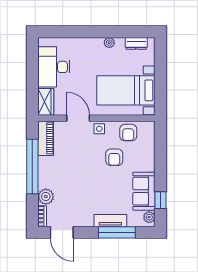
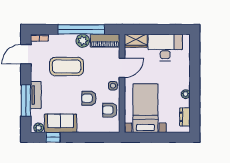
coffee table: (76, 184) -> (67, 66), added
plant: (46, 197) -> (83, 41), moved

